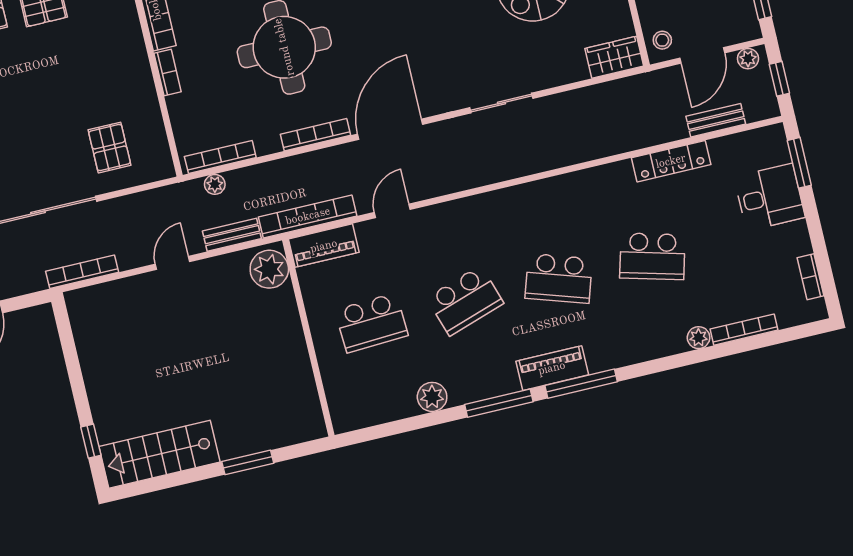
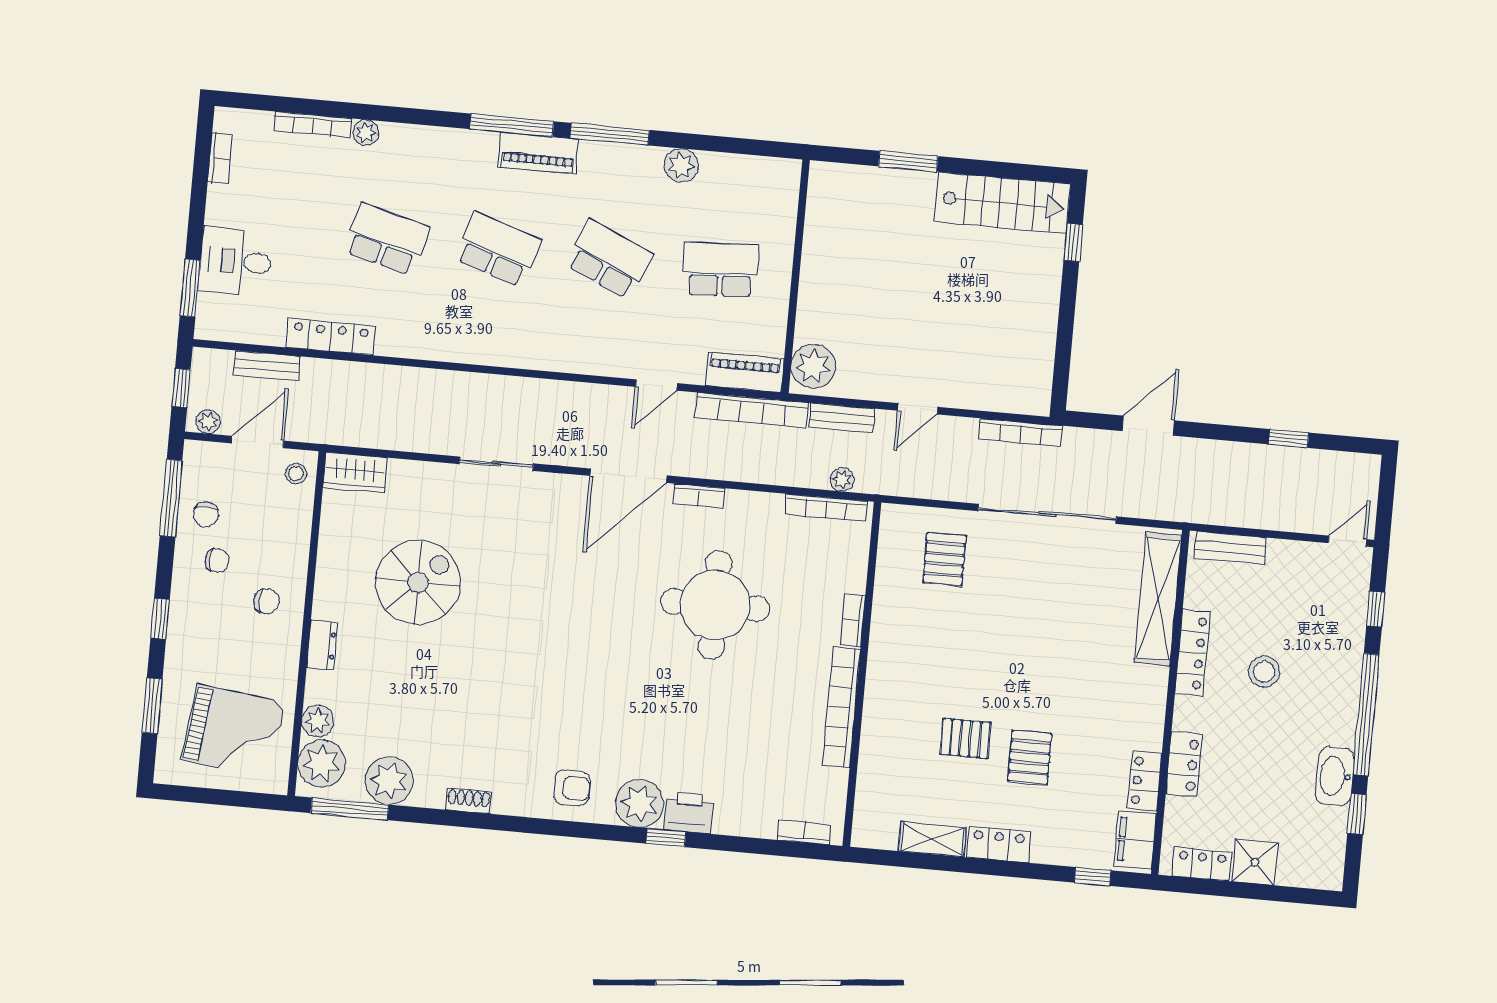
bookcase: (315, 135) -> (699, 496), width x0.64
school desk: (465, 301) -> (609, 259), turned 42

